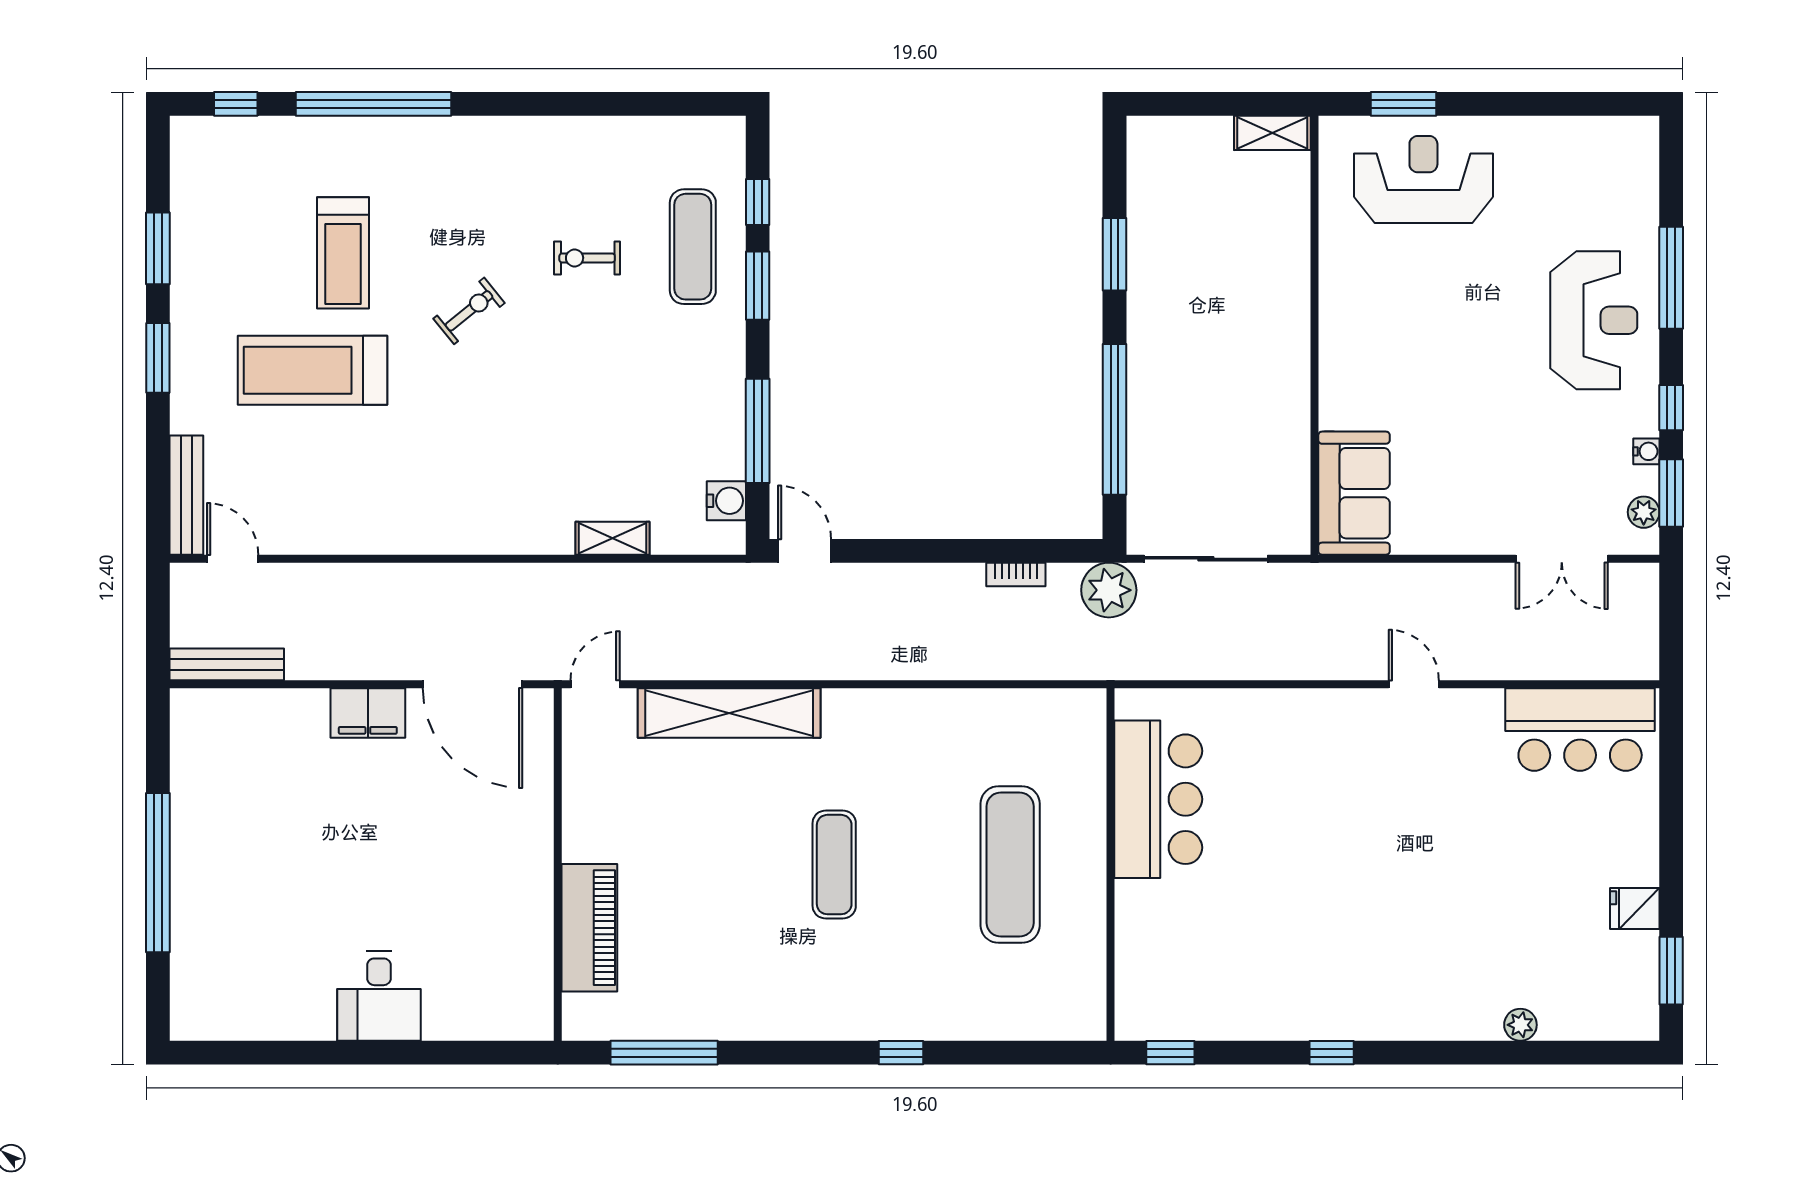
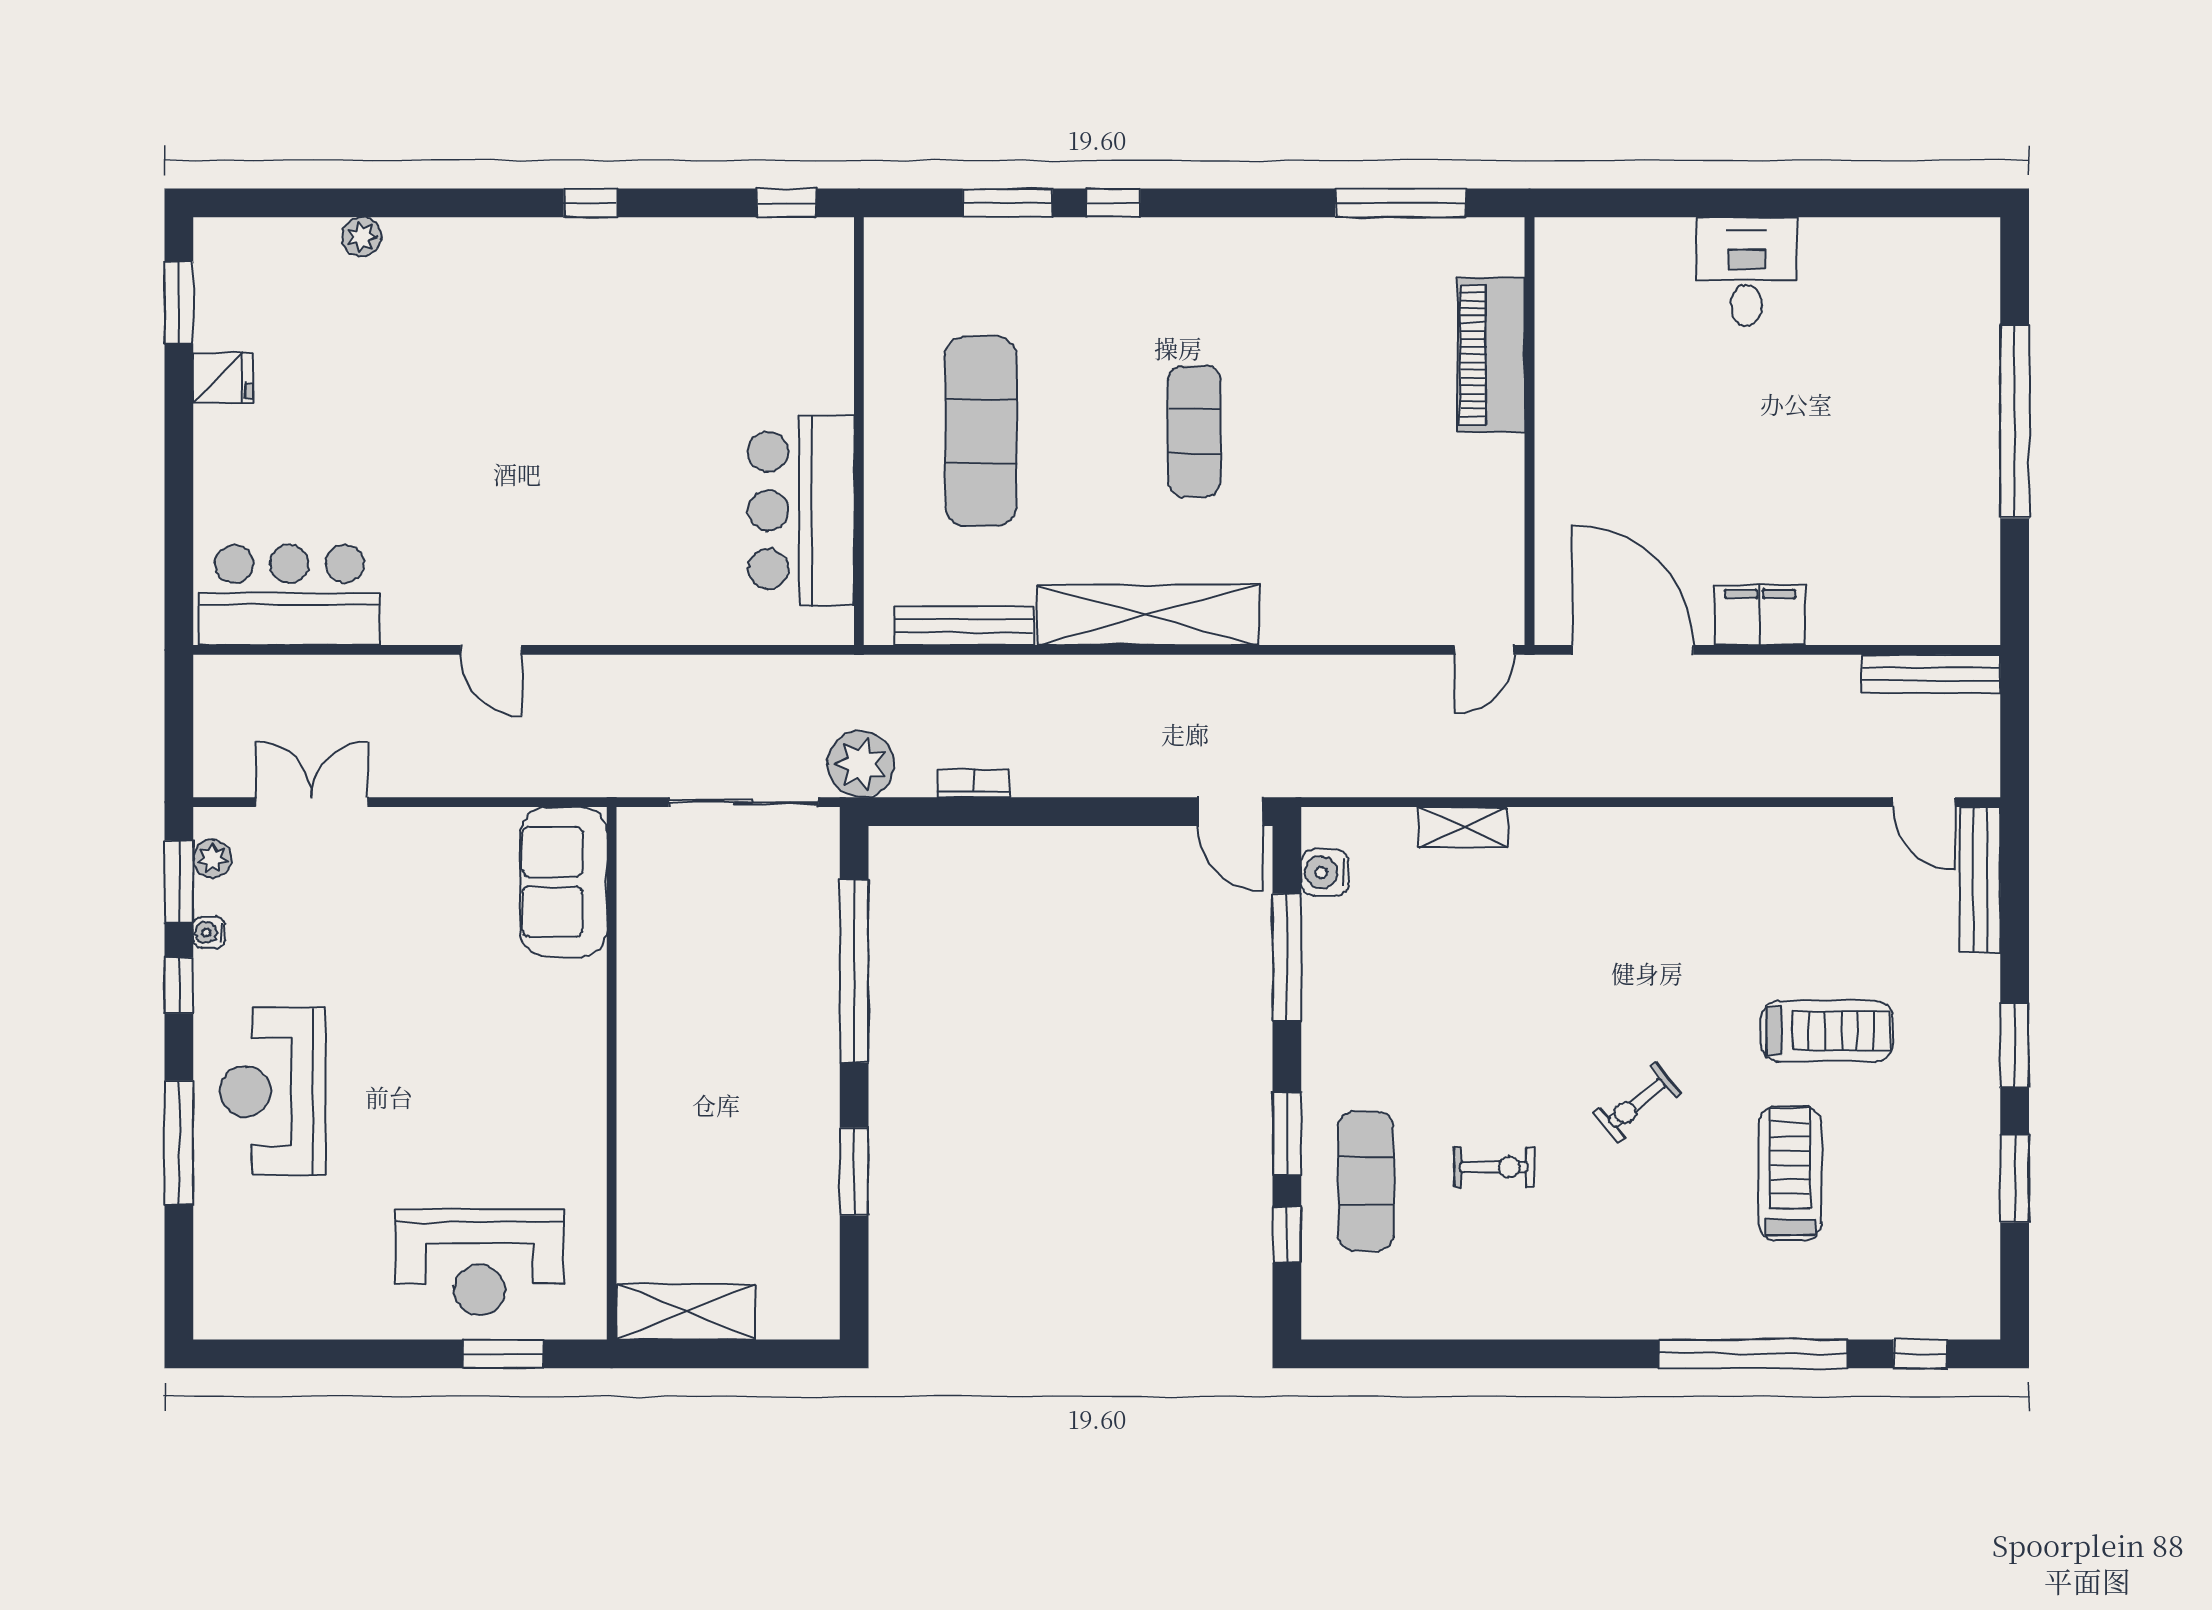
shelving: (1272, 133) -> (686, 1312), width x1.50, depth x1.33
treadmill: (313, 370) -> (1827, 1031), width x0.73, depth x0.73
bench: (1024, 704) -> (964, 626), added
shelving: (729, 713) -> (1148, 615), moved
window: (988, 1053) -> (1008, 203), added

